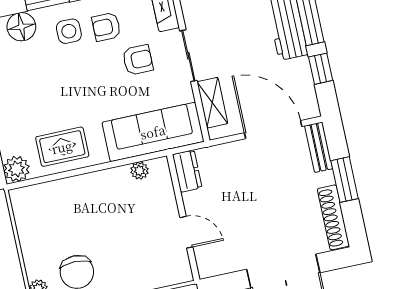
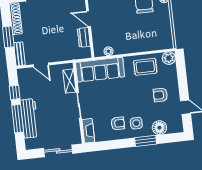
armchair: (138, 60) -> (160, 95), moved
door: (273, 130) -> (41, 65), width x0.53
dresser: (187, 171) -> (84, 37), moved

